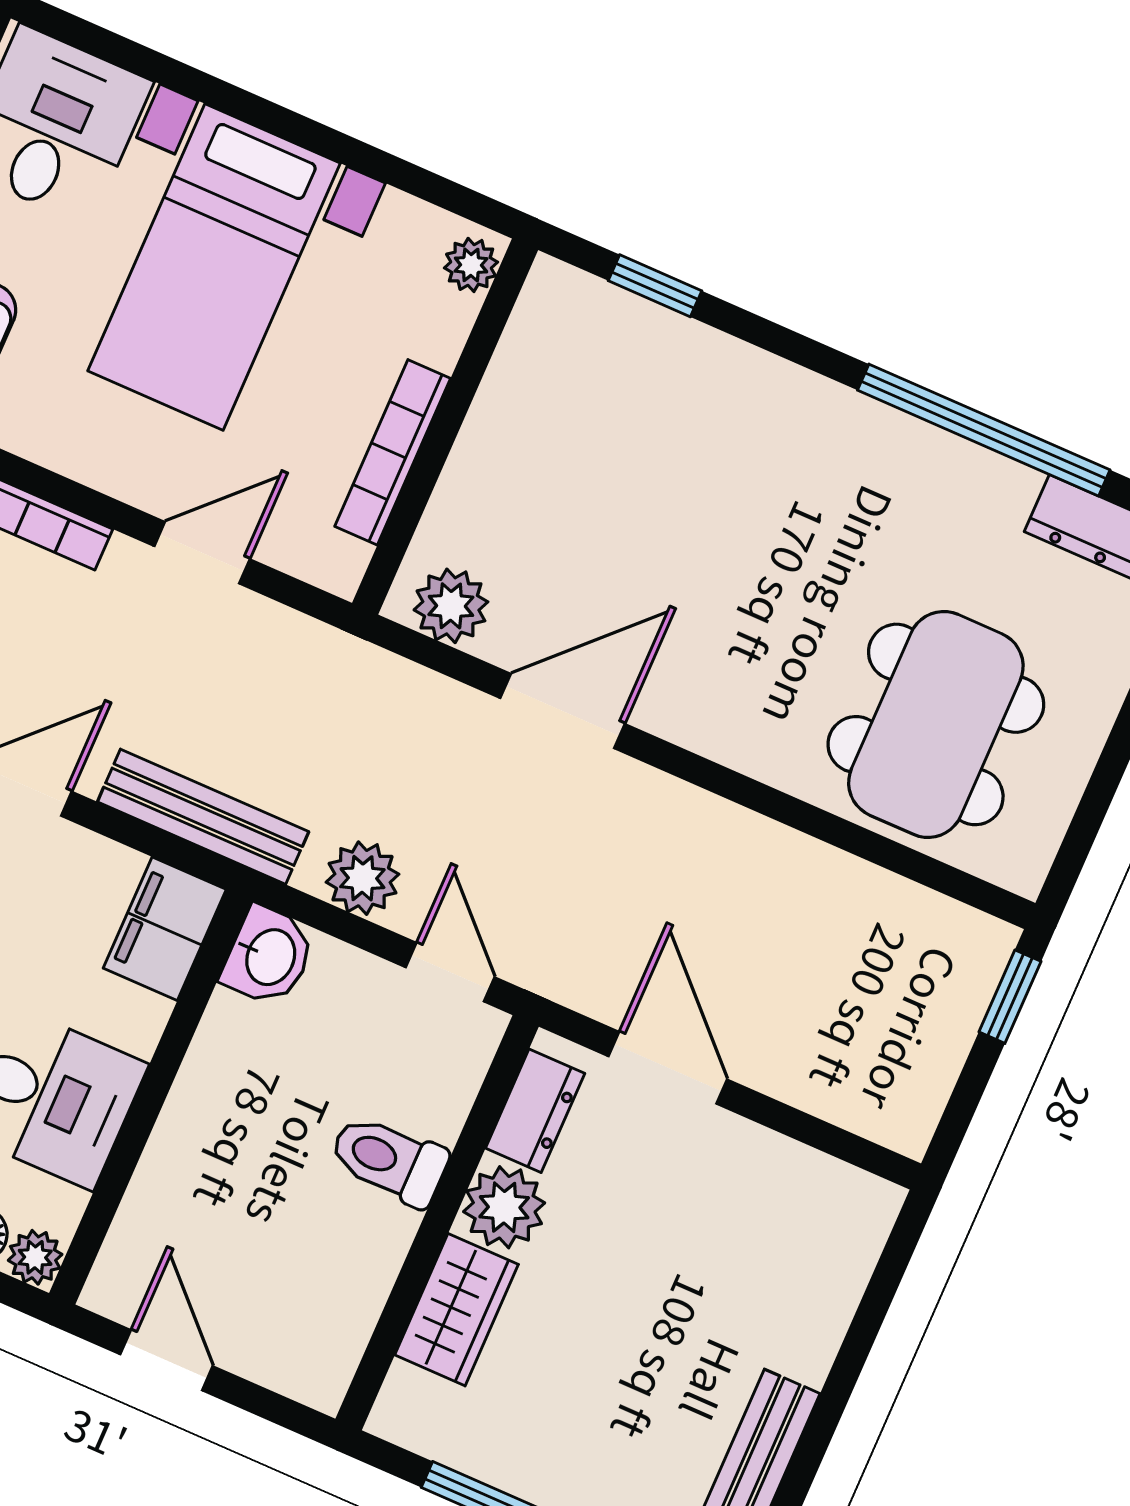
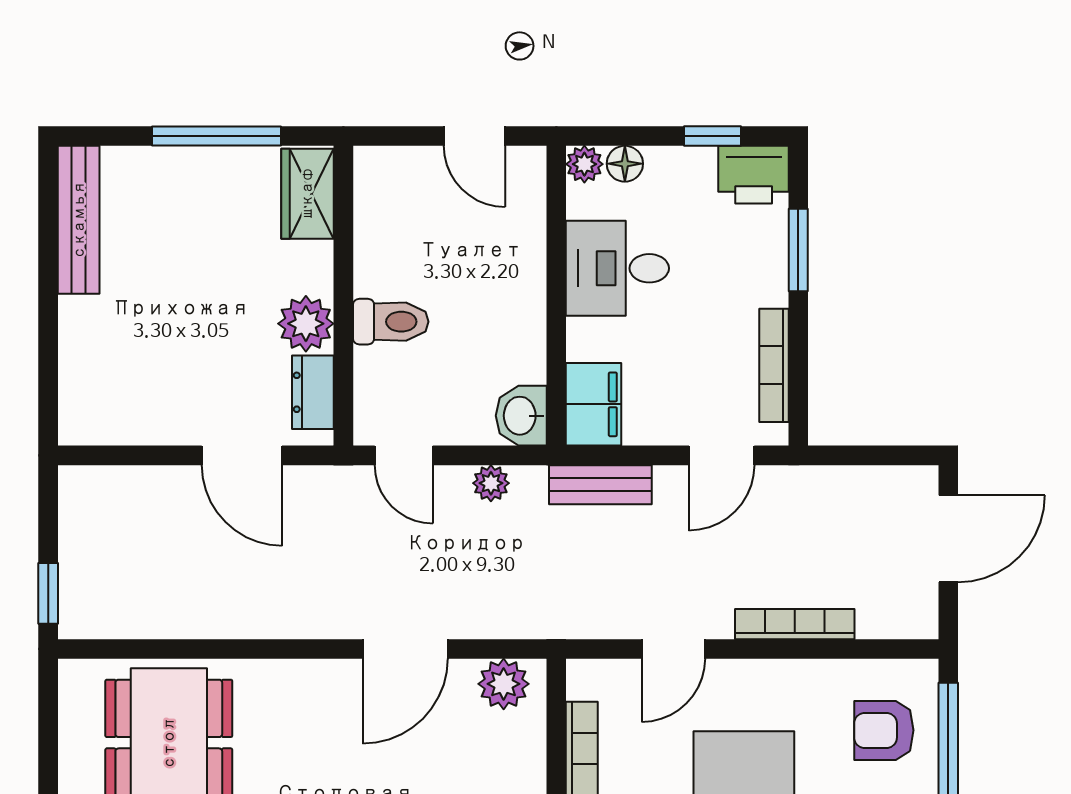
bench: (203, 817) -> (600, 485), width x0.73
plant: (362, 878) -> (491, 483), width x0.73, depth x0.73
wardrobe: (456, 1310) -> (307, 194), moved

